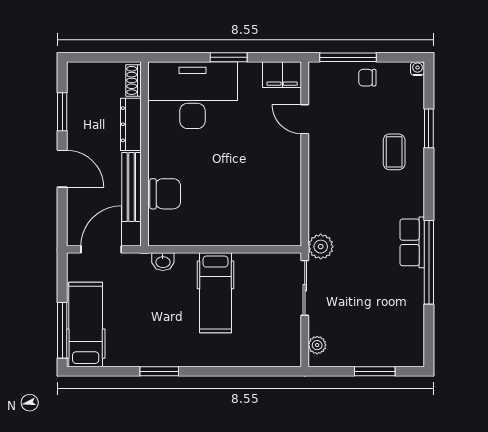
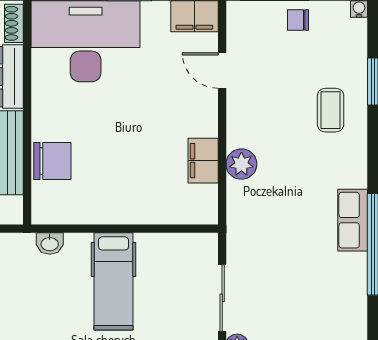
filing cabinet: (289, 193) -> (203, 161), added
plant: (321, 247) -> (241, 164), moved
sliding door: (305, 288) -> (222, 298), moved

